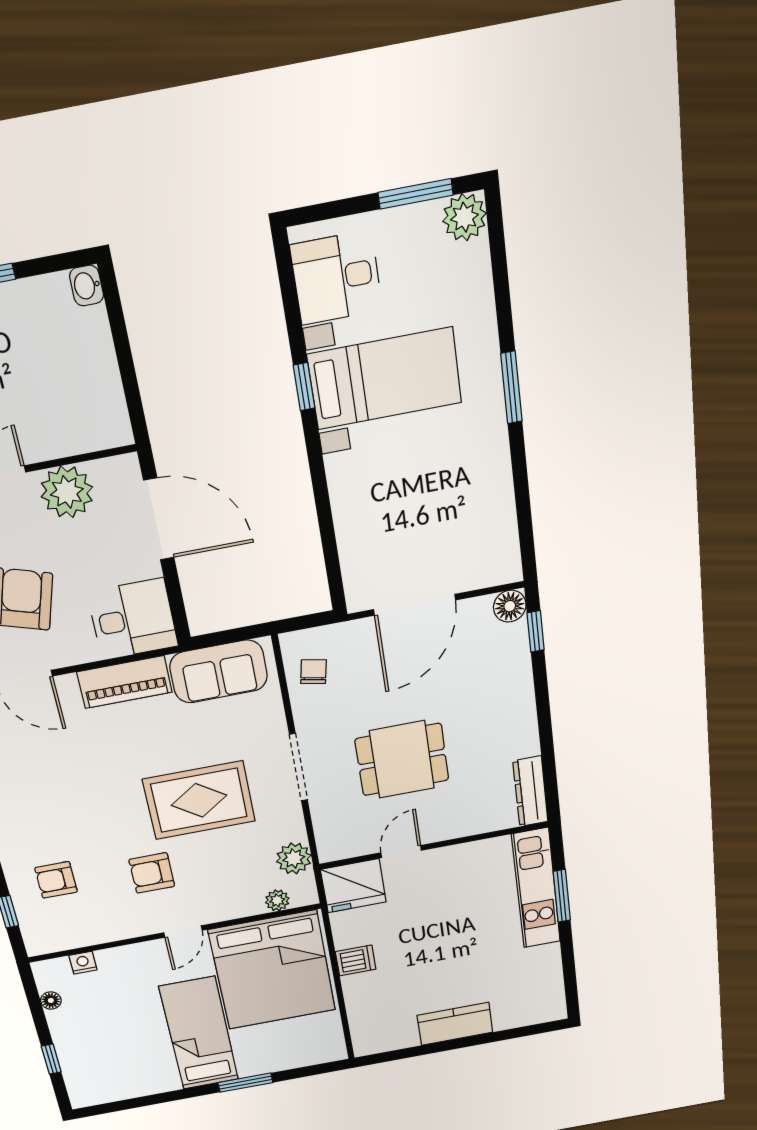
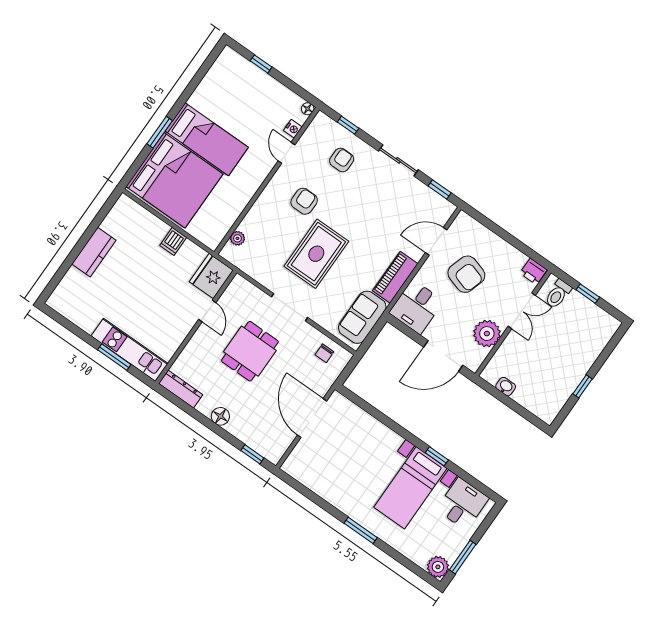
washbasin: (87, 286) -> (506, 387), moved
floor lamp: (510, 606) -> (220, 416), moved
chair: (313, 672) -> (324, 353), turned 79
plant: (294, 858) -> (250, 265), removed
door: (183, 931) -> (286, 153), moved
bed: (272, 970) -> (174, 180), moved, turned 180
floor lamp: (51, 1000) -> (308, 109), moved

